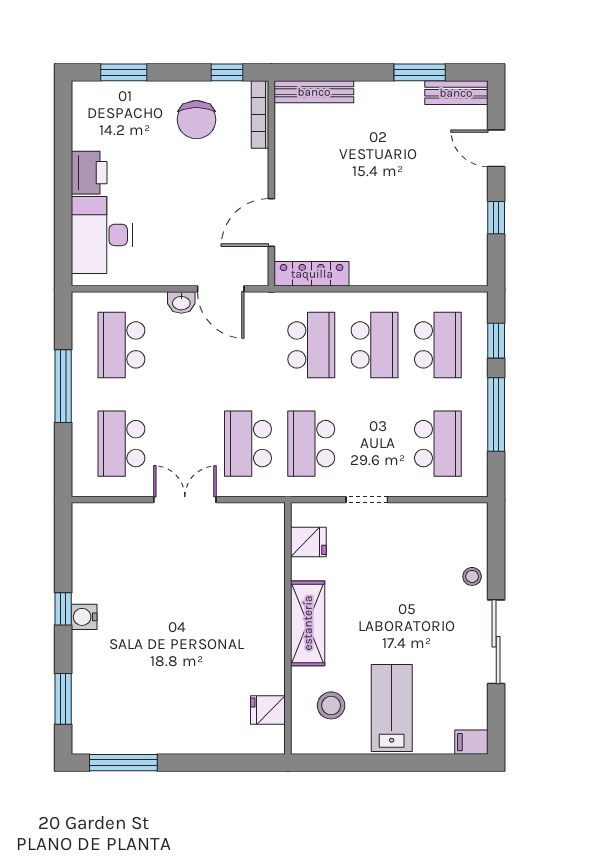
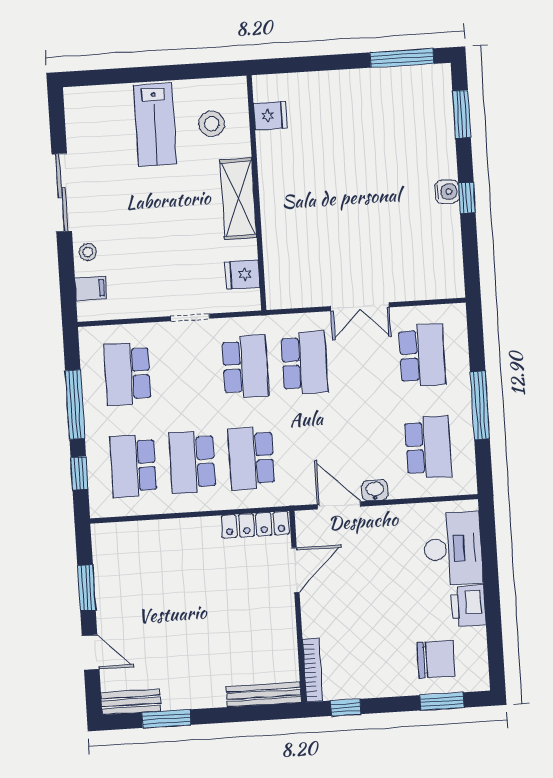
chair: (196, 120) -> (436, 659), moved, turned 90
window: (496, 218) -> (87, 588), width x1.50
filing cabinet: (471, 742) -> (91, 288), moved

